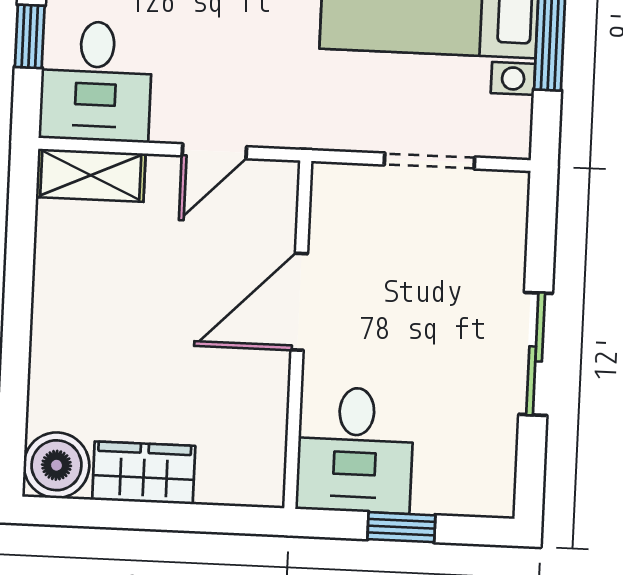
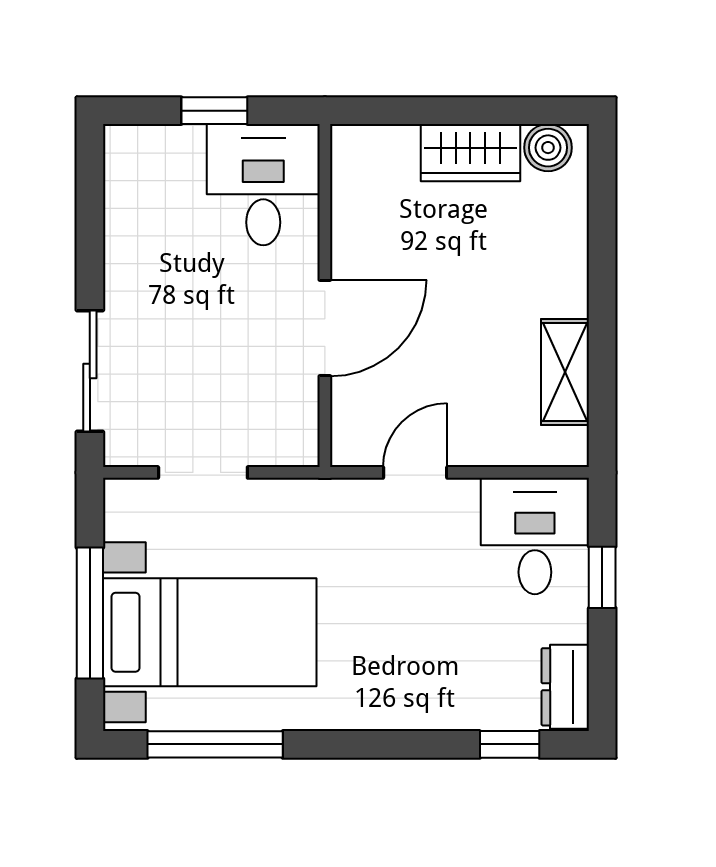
shelving: (91, 175) -> (565, 372), moved, turned 90
sliding door: (536, 354) -> (90, 371), moved
boiler: (57, 465) -> (548, 148), width x0.73, depth x0.73

